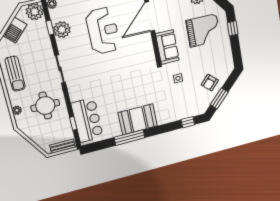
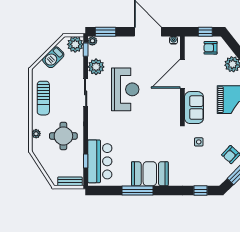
window: (50, 28) -> (86, 50), moved
reception desk: (103, 31) -> (125, 89), moved
sliding door: (60, 69) -> (86, 93), moved

